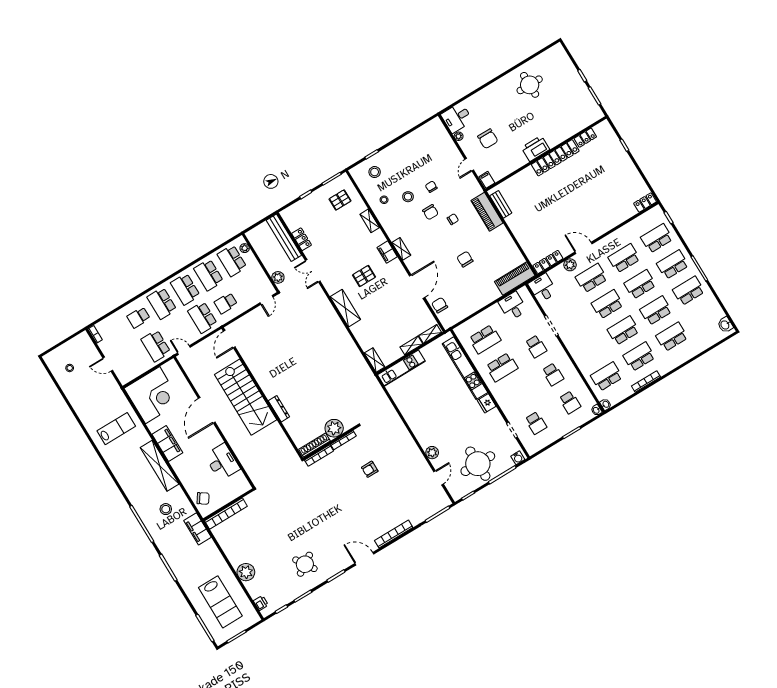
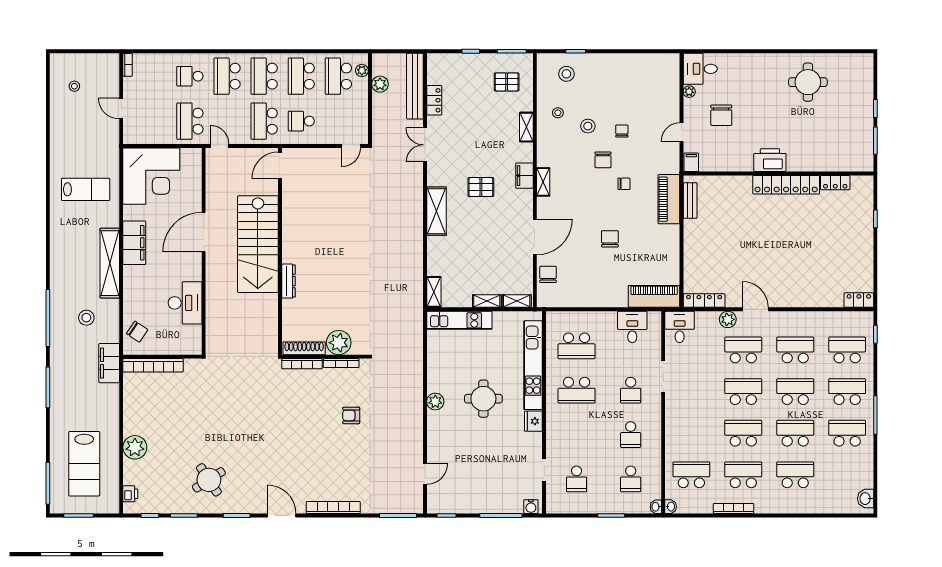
plant: (278, 277) -> (380, 84), moved
plant: (432, 453) -> (435, 402), moved
round table: (478, 464) -> (483, 399), moved, width x0.73, depth x0.73

